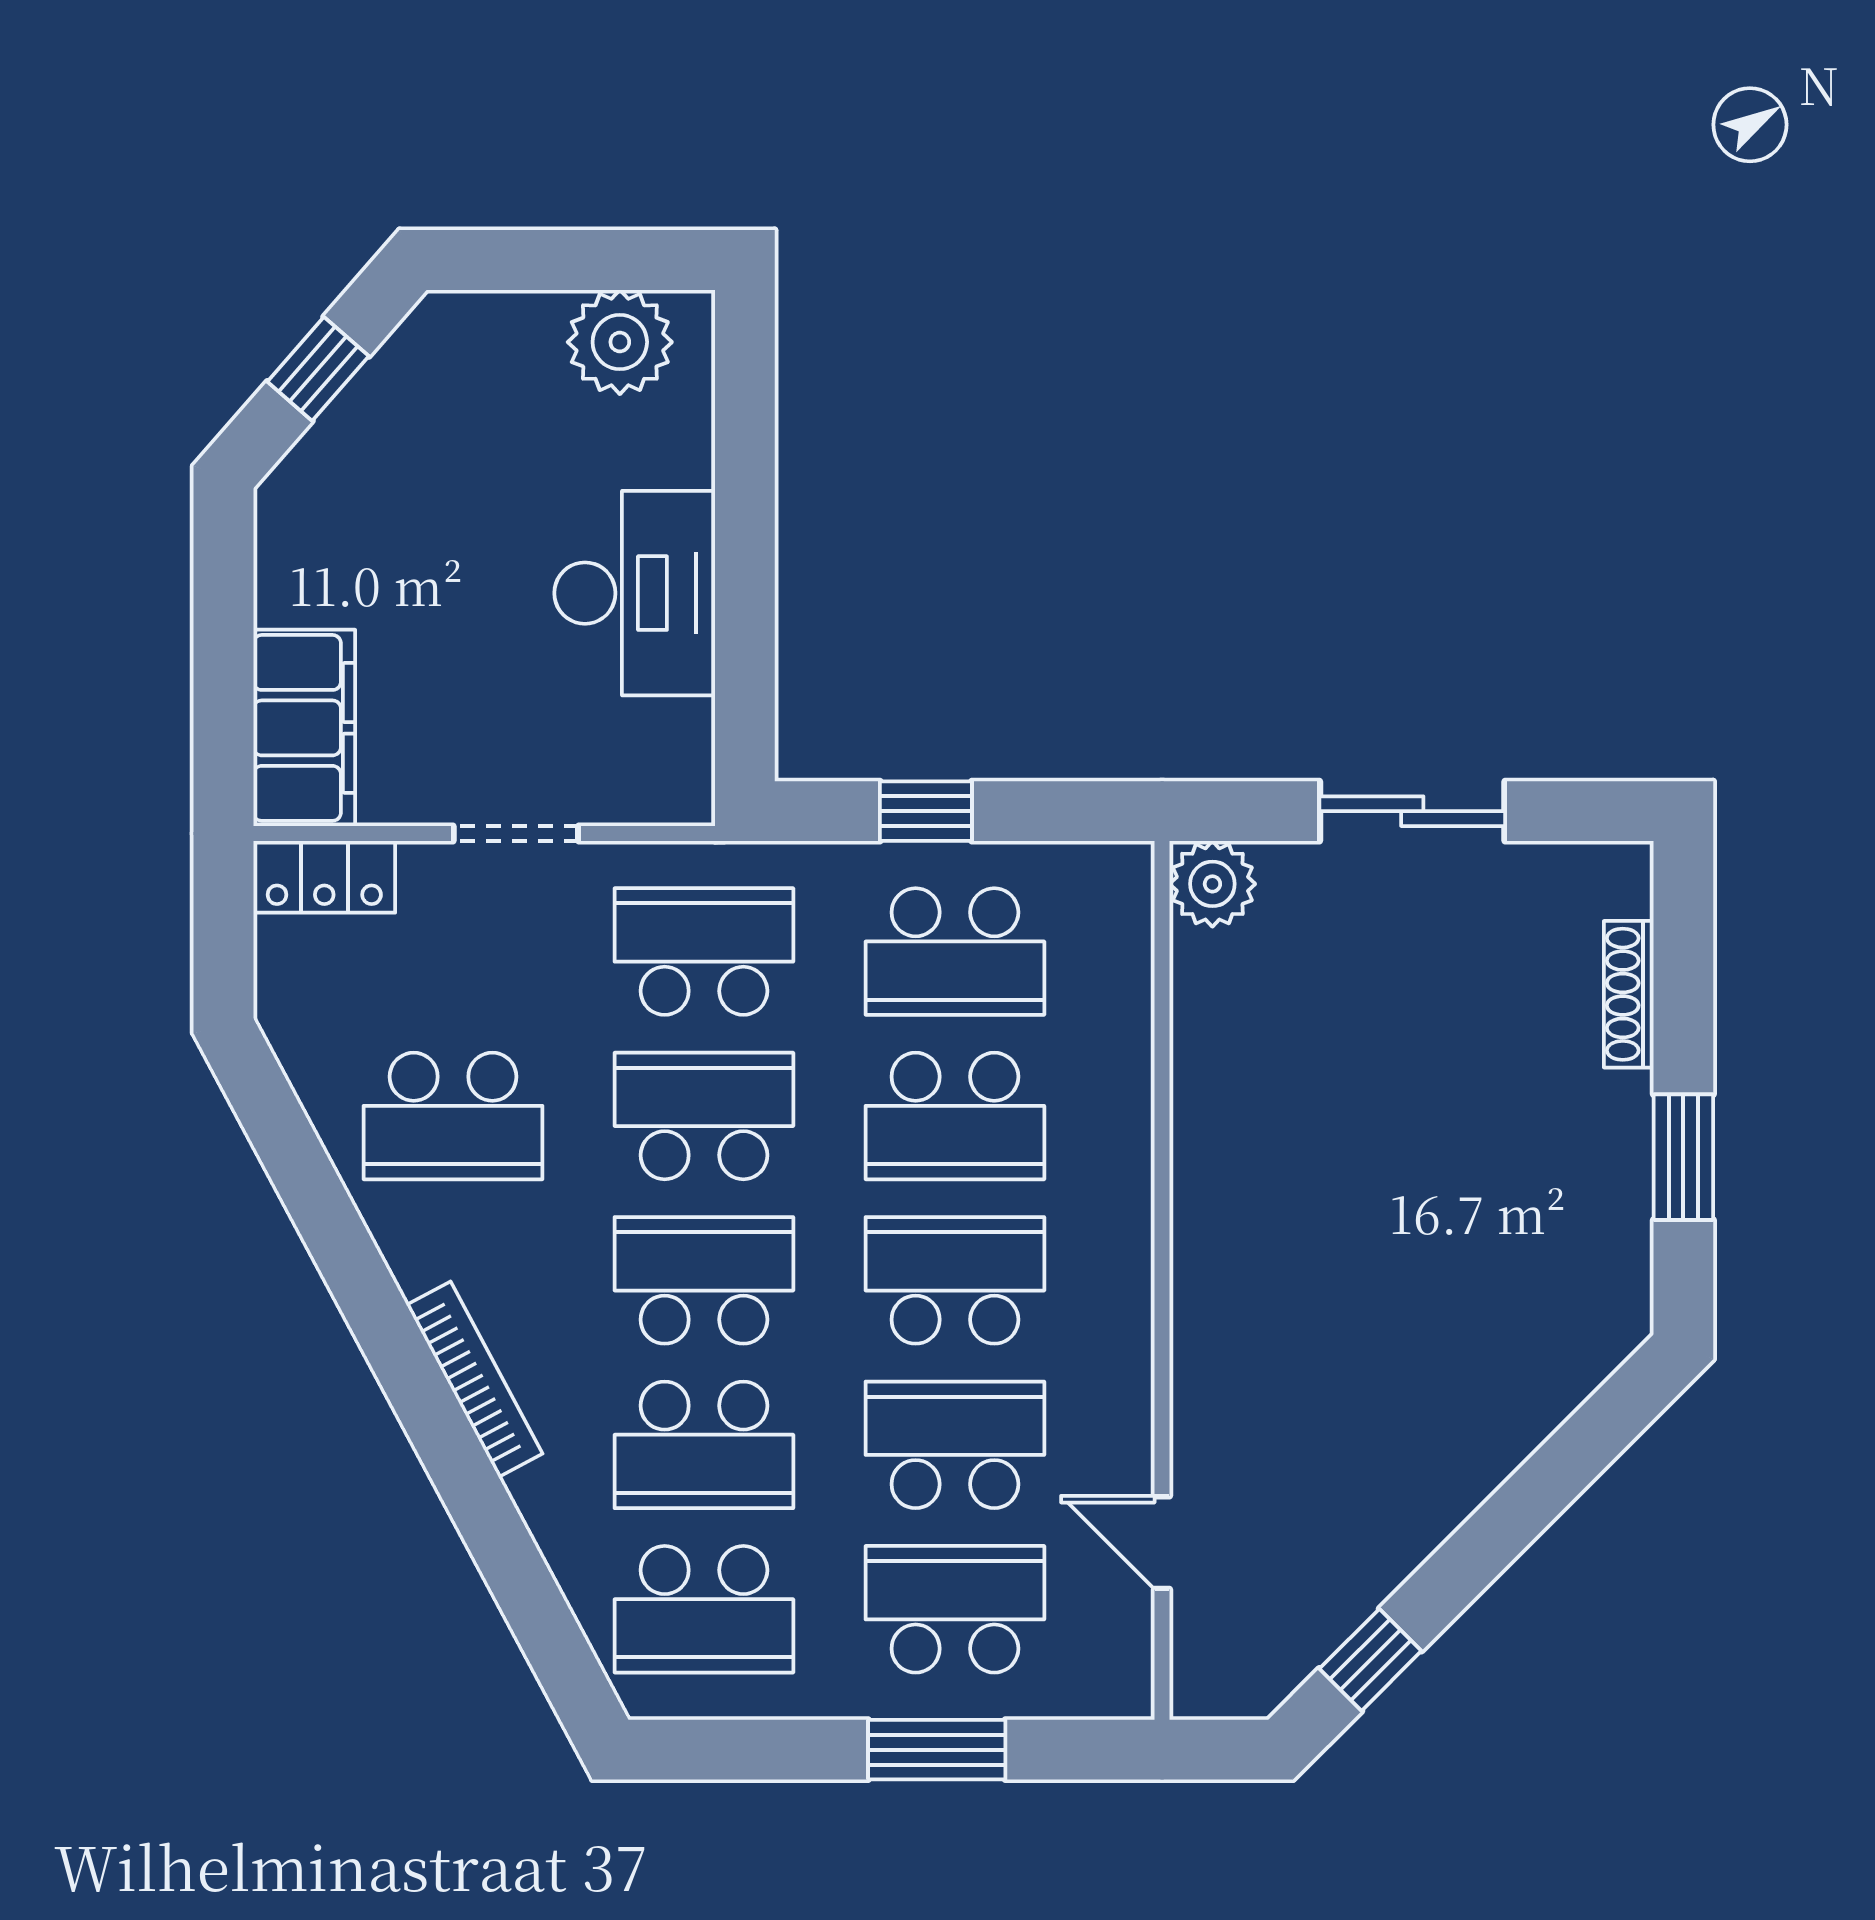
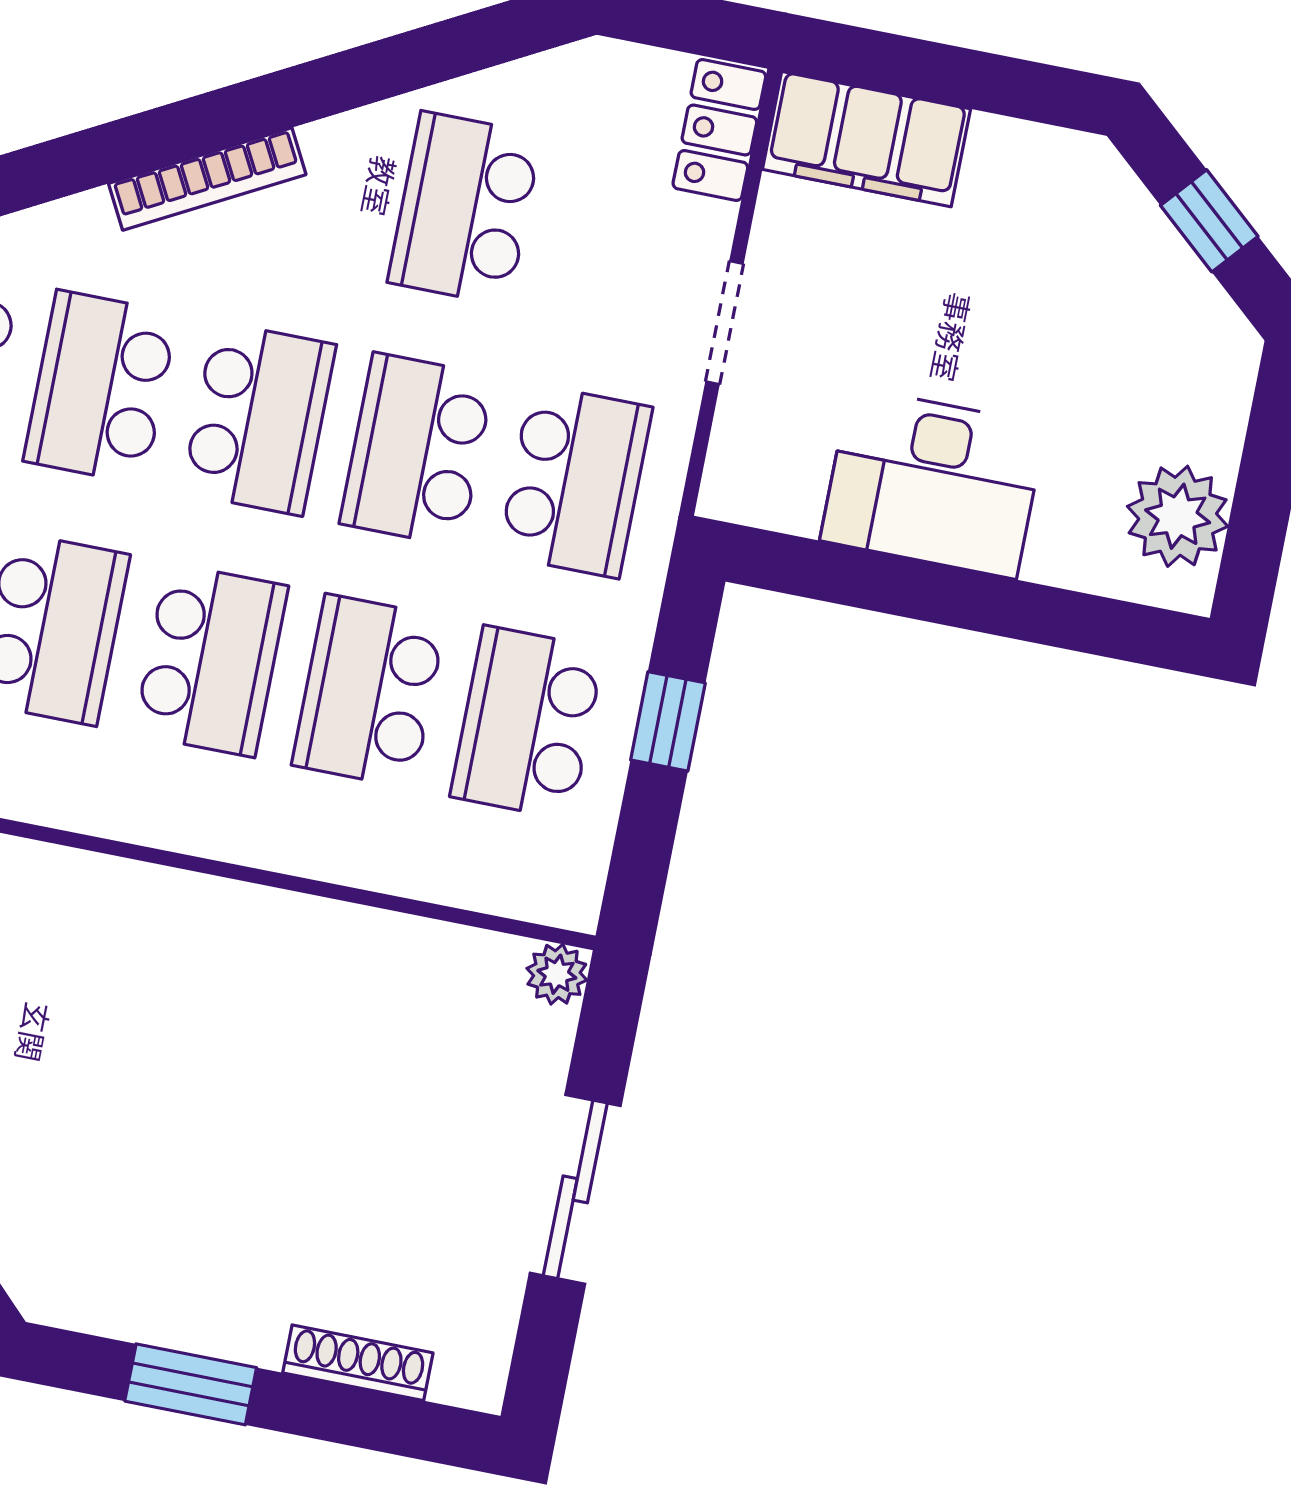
plant: (1212, 884) -> (557, 974), width x0.73, depth x0.73
school desk: (704, 1116) -> (417, 450), turned 180

